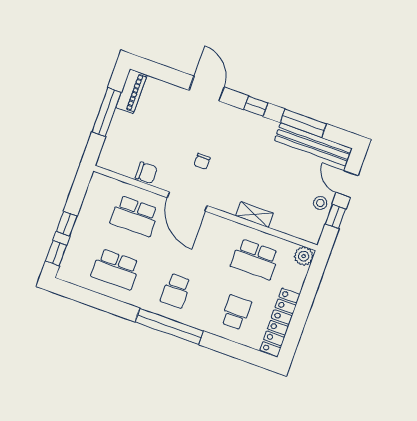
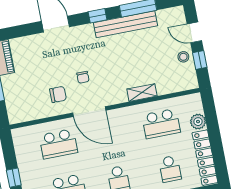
bench: (313, 144) -> (125, 24), moved
chair: (146, 173) -> (58, 94), moved
plant: (304, 256) -> (198, 122), moved
school desk: (236, 312) -> (170, 169), turned 180

